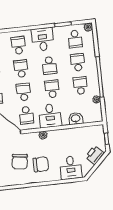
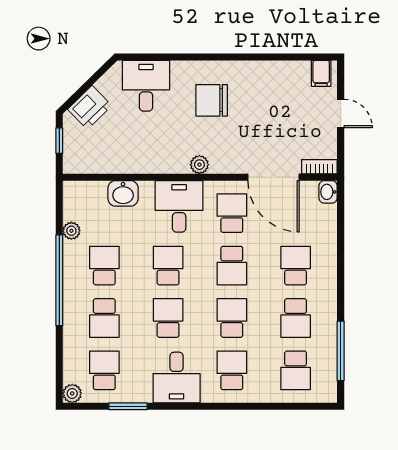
school desk: (18, 45) -> (232, 370), turned 180
school desk: (21, 69) -> (232, 318), turned 180
school desk: (80, 86) -> (104, 266), turned 180
school desk: (52, 89) -> (168, 266), turned 180
chair: (20, 162) -> (258, 112), removed

